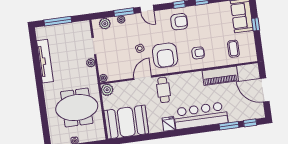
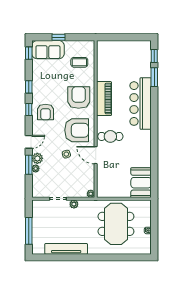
armchair: (179, 22) -> (46, 112), turned 180
plant: (105, 24) -> (37, 158), moved
armchair: (198, 53) -> (79, 98), width x1.88, depth x1.88
piano: (220, 76) -> (104, 99), moved
plant: (107, 90) -> (103, 192), removed
door: (265, 90) -> (124, 37), removed
booth: (126, 122) -> (141, 183), width x0.73, depth x0.70
fridge: (169, 124) -> (144, 136), removed

